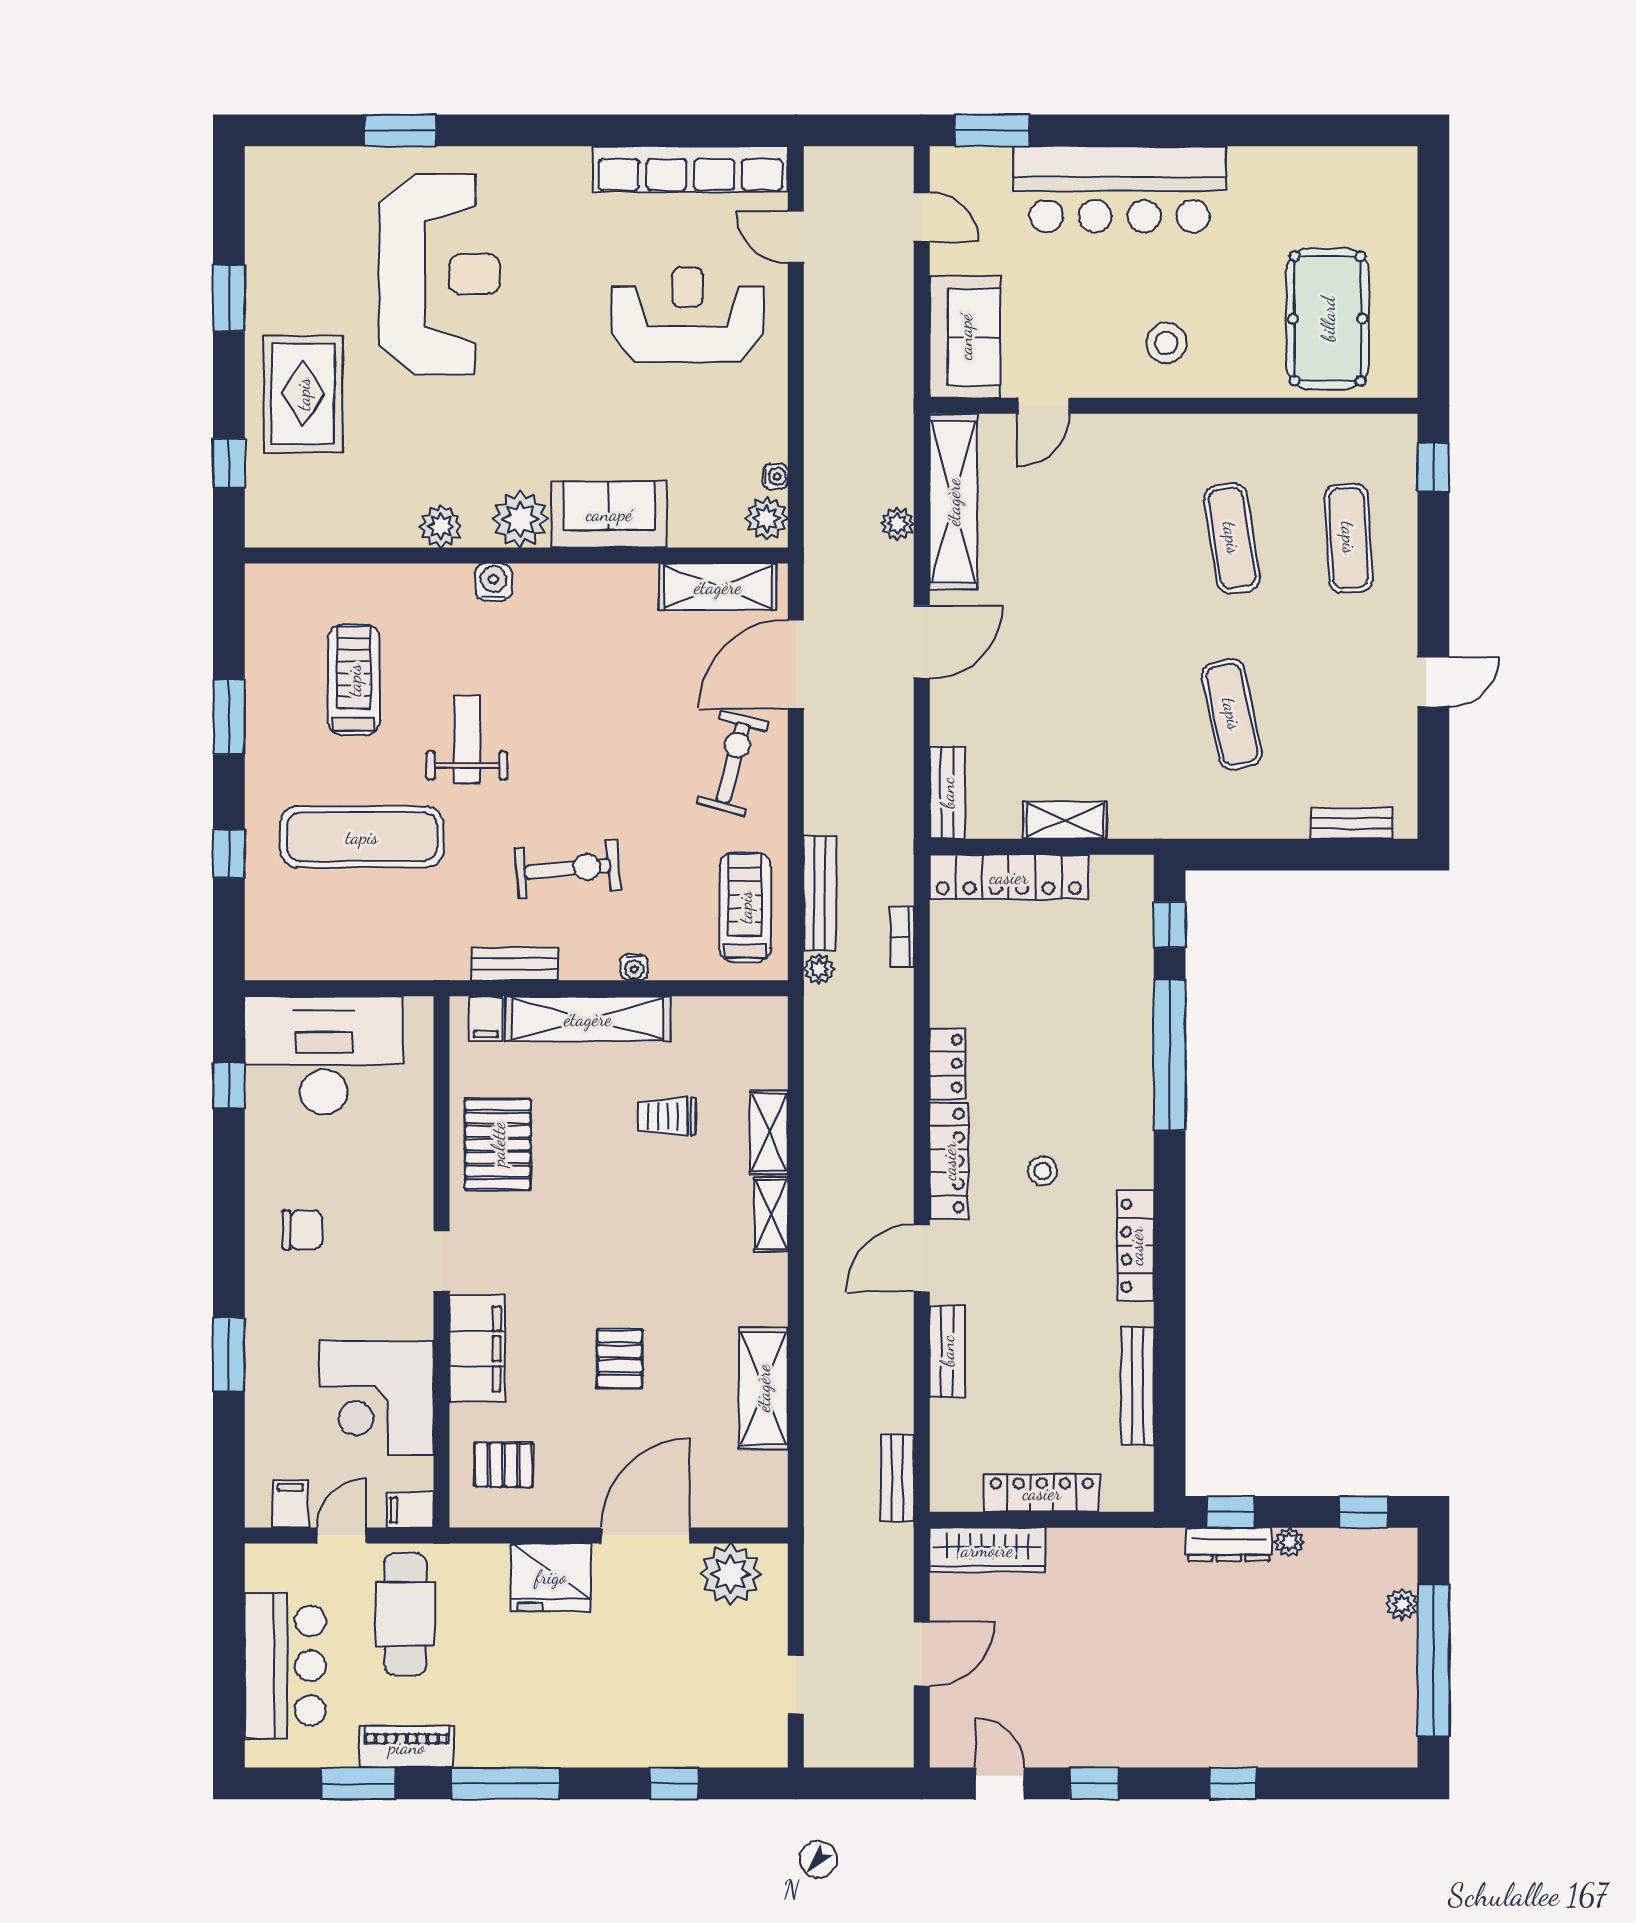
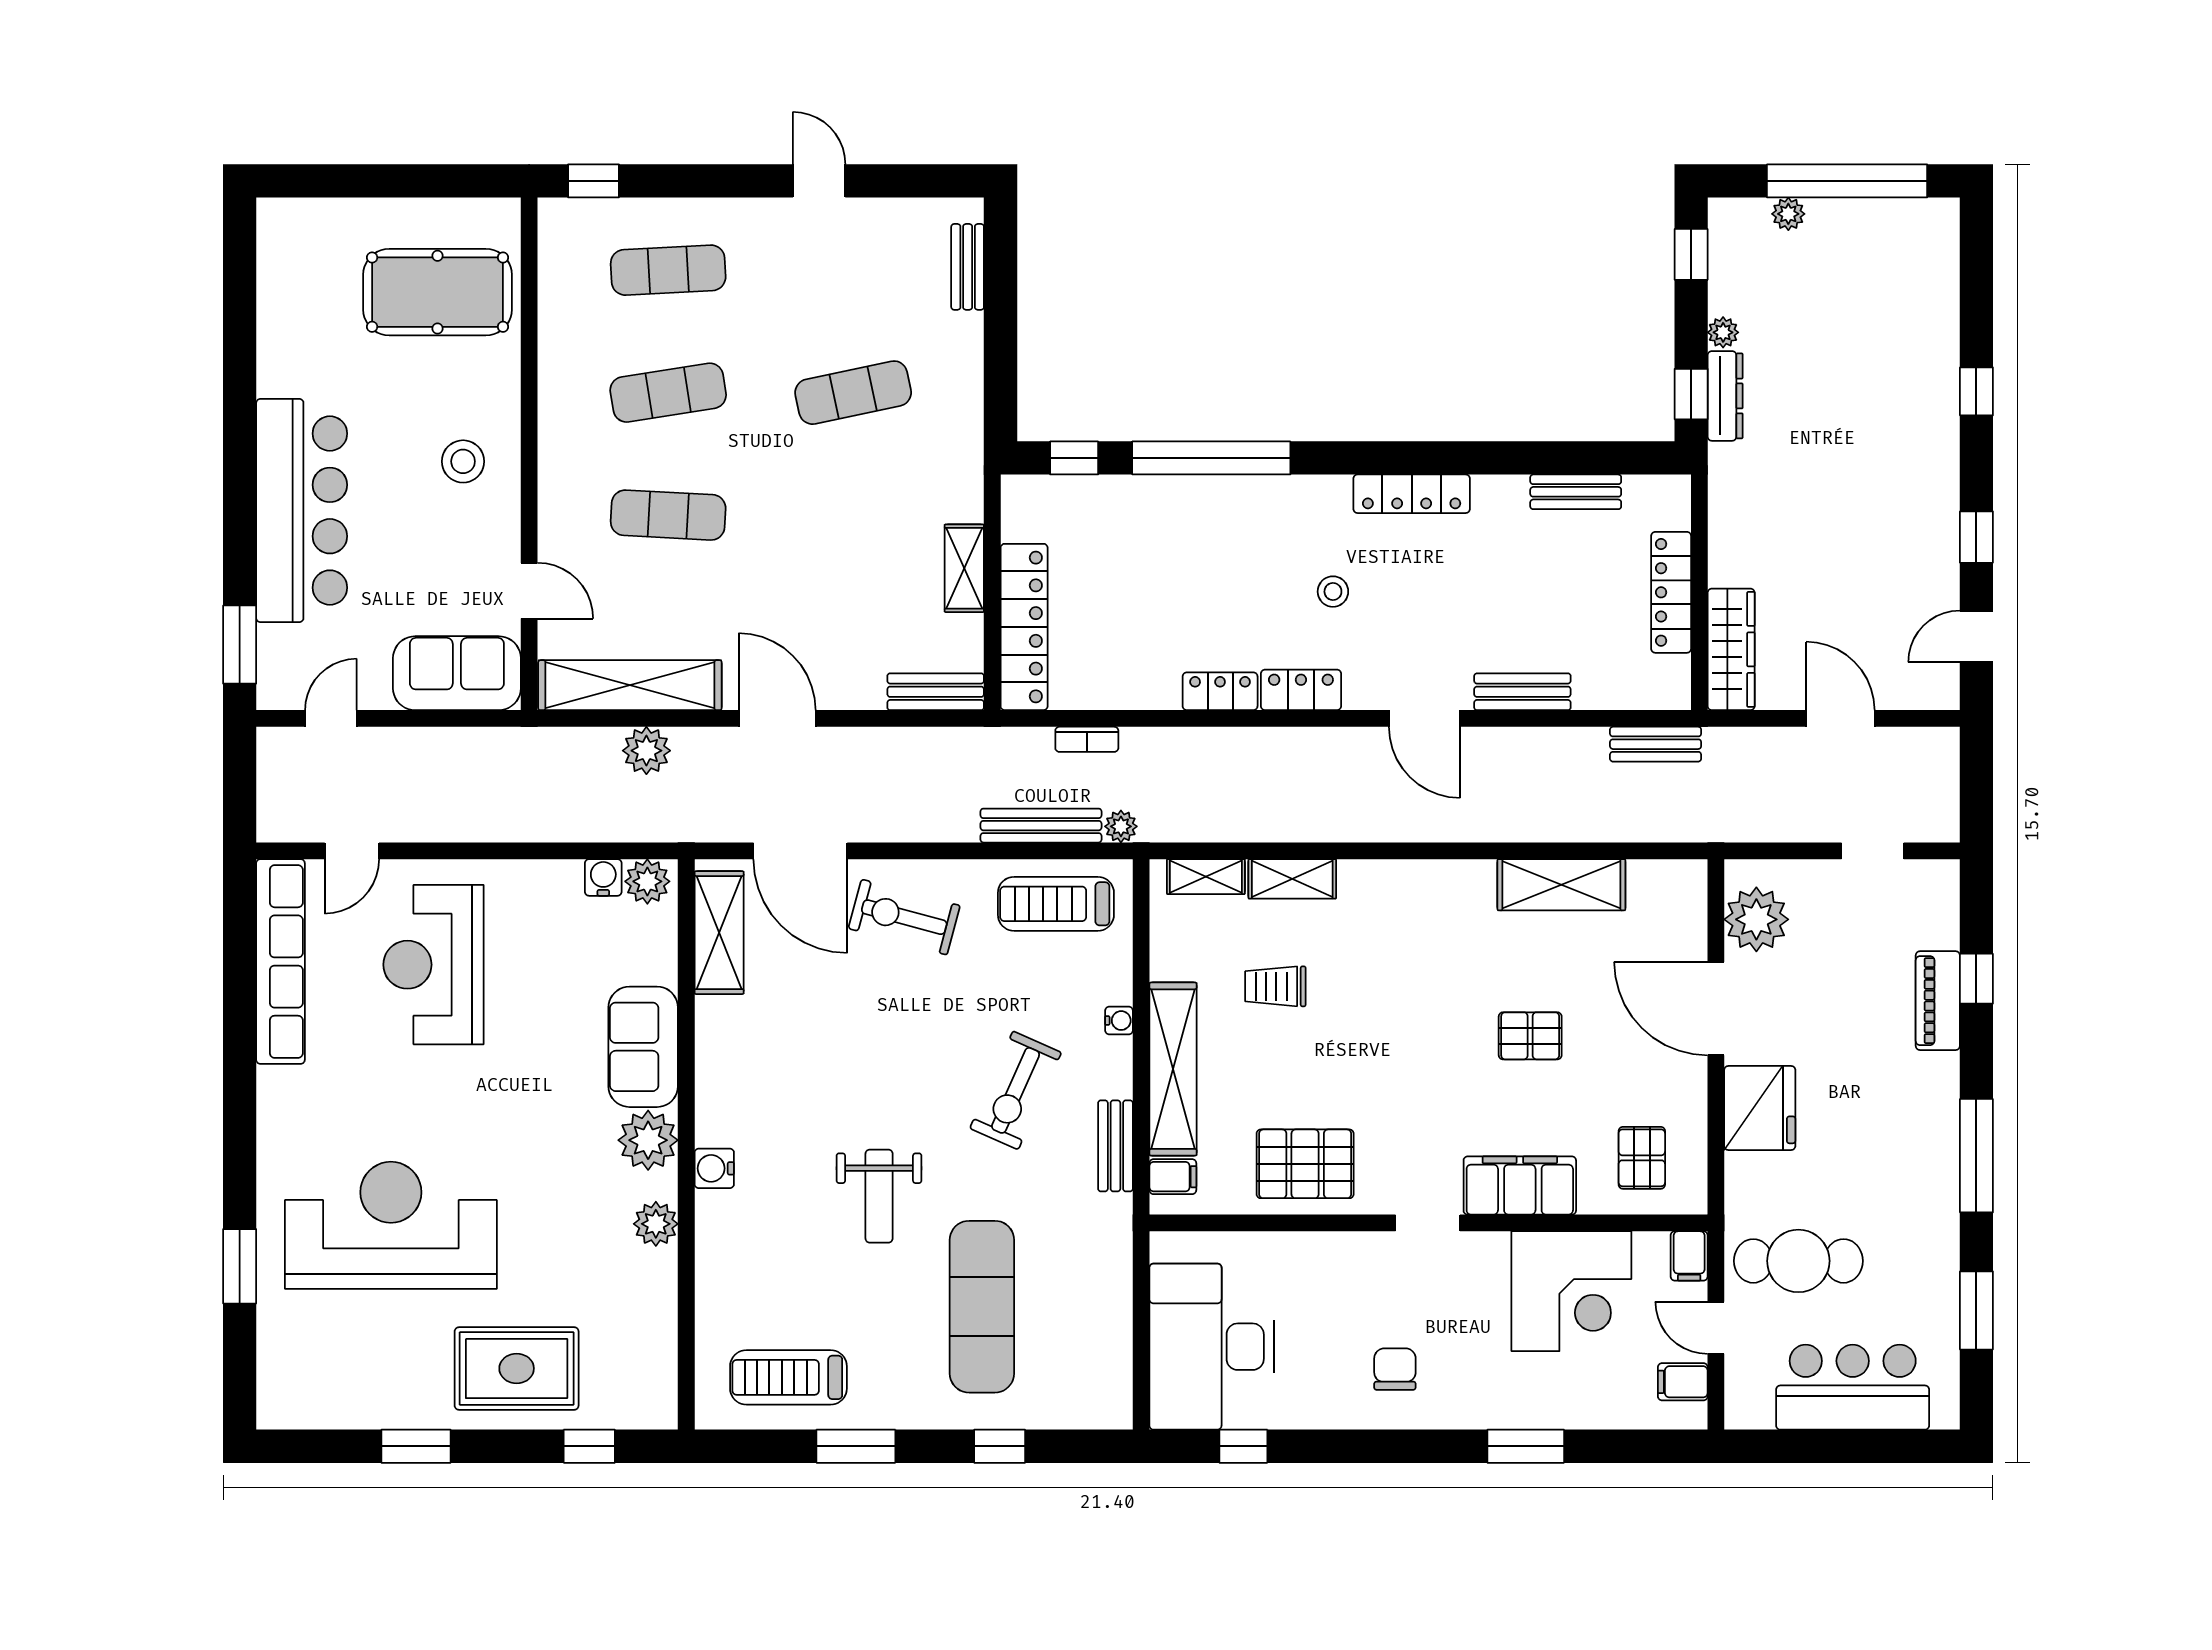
water cooler: (775, 476) -> (603, 877), width x1.38, depth x1.38
plant: (897, 524) -> (646, 751), width x1.38, depth x1.38
exercise mat: (1115, 538) -> (668, 515), added
treadmill: (354, 680) -> (788, 1377), moved
weight bench: (467, 739) -> (879, 1196), turned -90
exercise bike: (568, 869) -> (1016, 1090), turned -151
trolley: (667, 1116) -> (1275, 986), turned 90
locker: (949, 1161) -> (1301, 690), width x0.66
shelving: (771, 1214) -> (1206, 877), moved
bench: (1137, 1386) -> (1576, 492), width x0.73
piano: (407, 1747) -> (1938, 1001), moved

